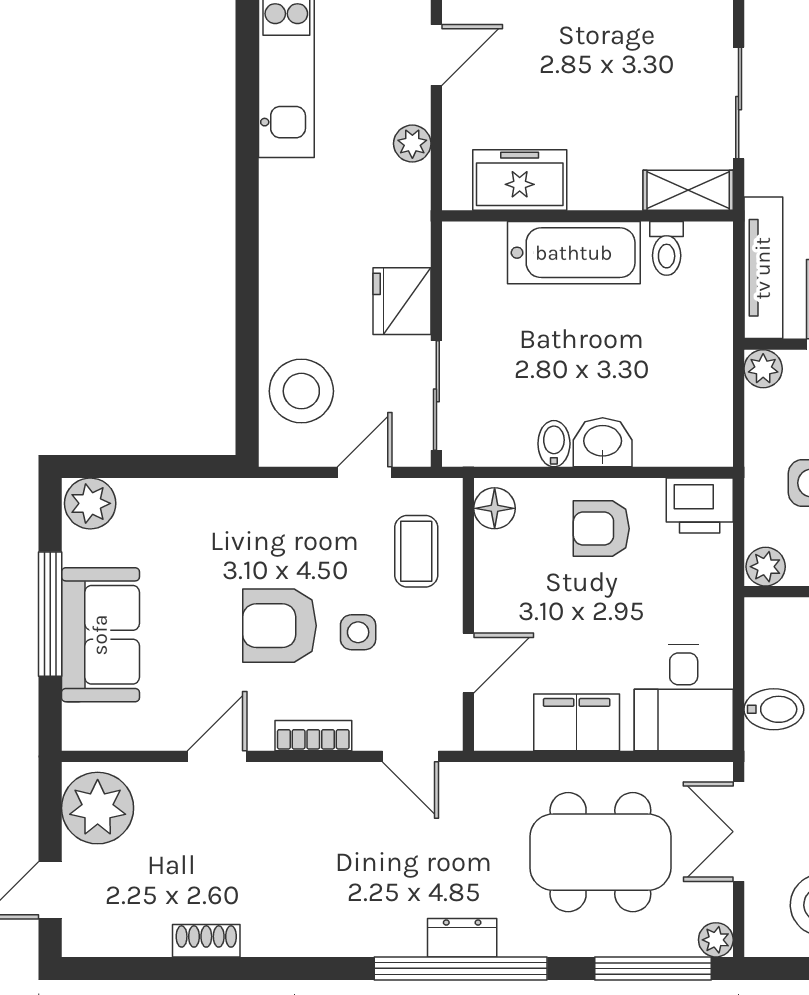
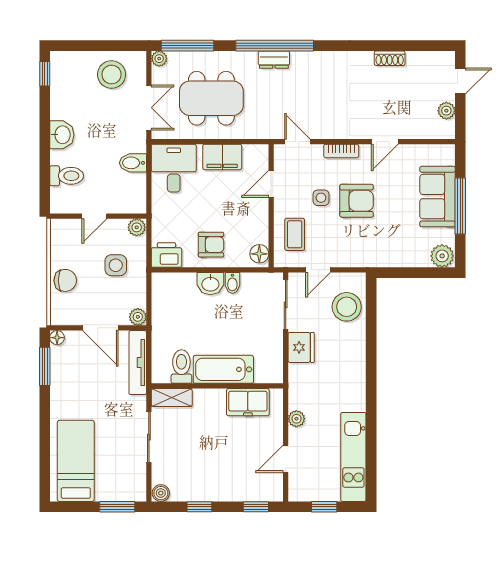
toilet: (667, 248) -> (181, 367), width x1.37, depth x1.39
plant: (98, 808) -> (446, 111), width x0.53, depth x0.53

